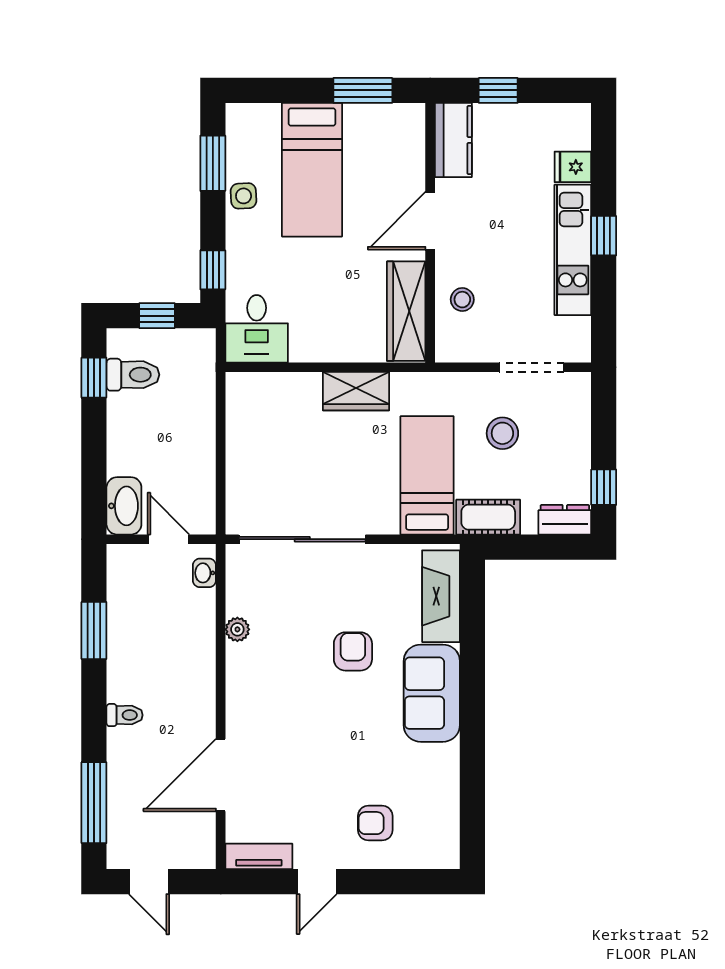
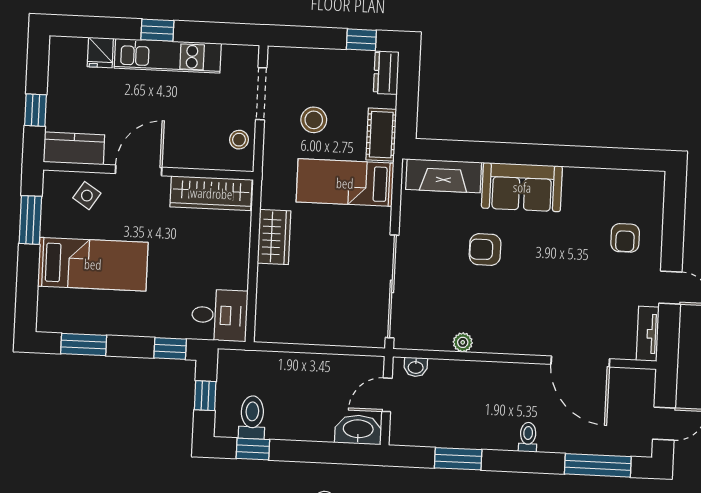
side table: (244, 196) -> (87, 196), moved, turned 36
door: (430, 221) -> (139, 170), swing flipped
stool: (462, 300) -> (239, 140), moved

